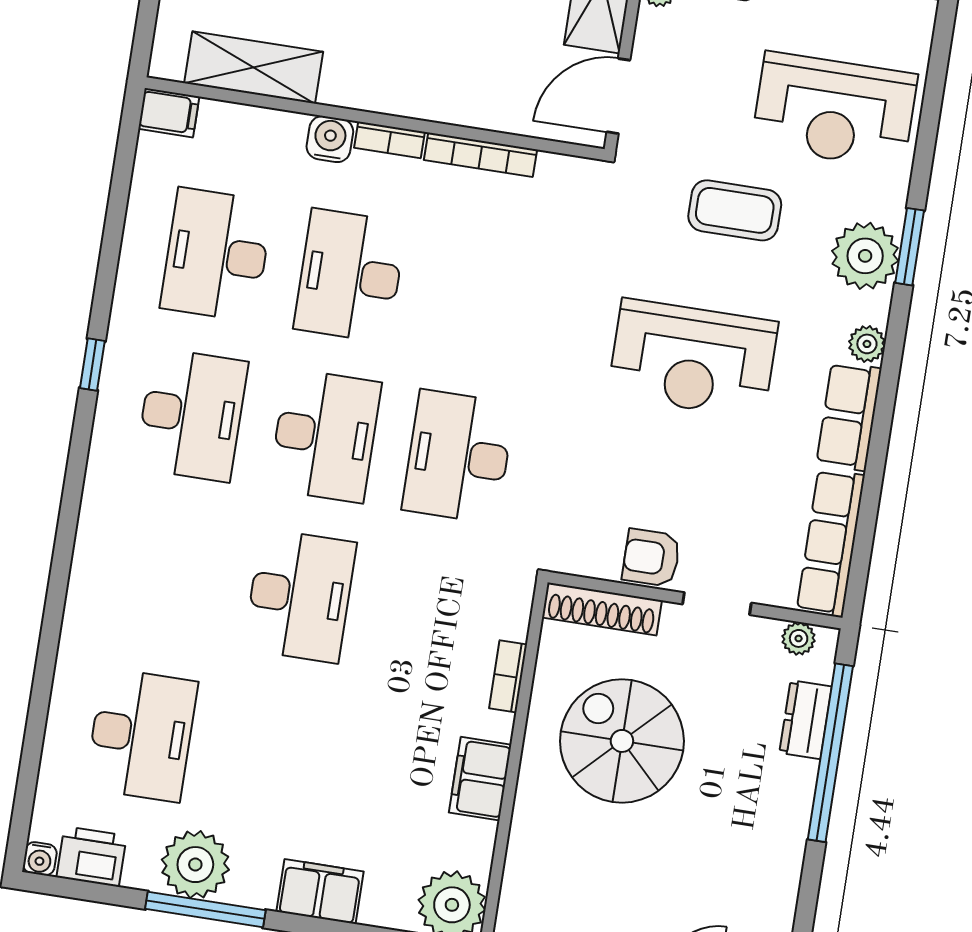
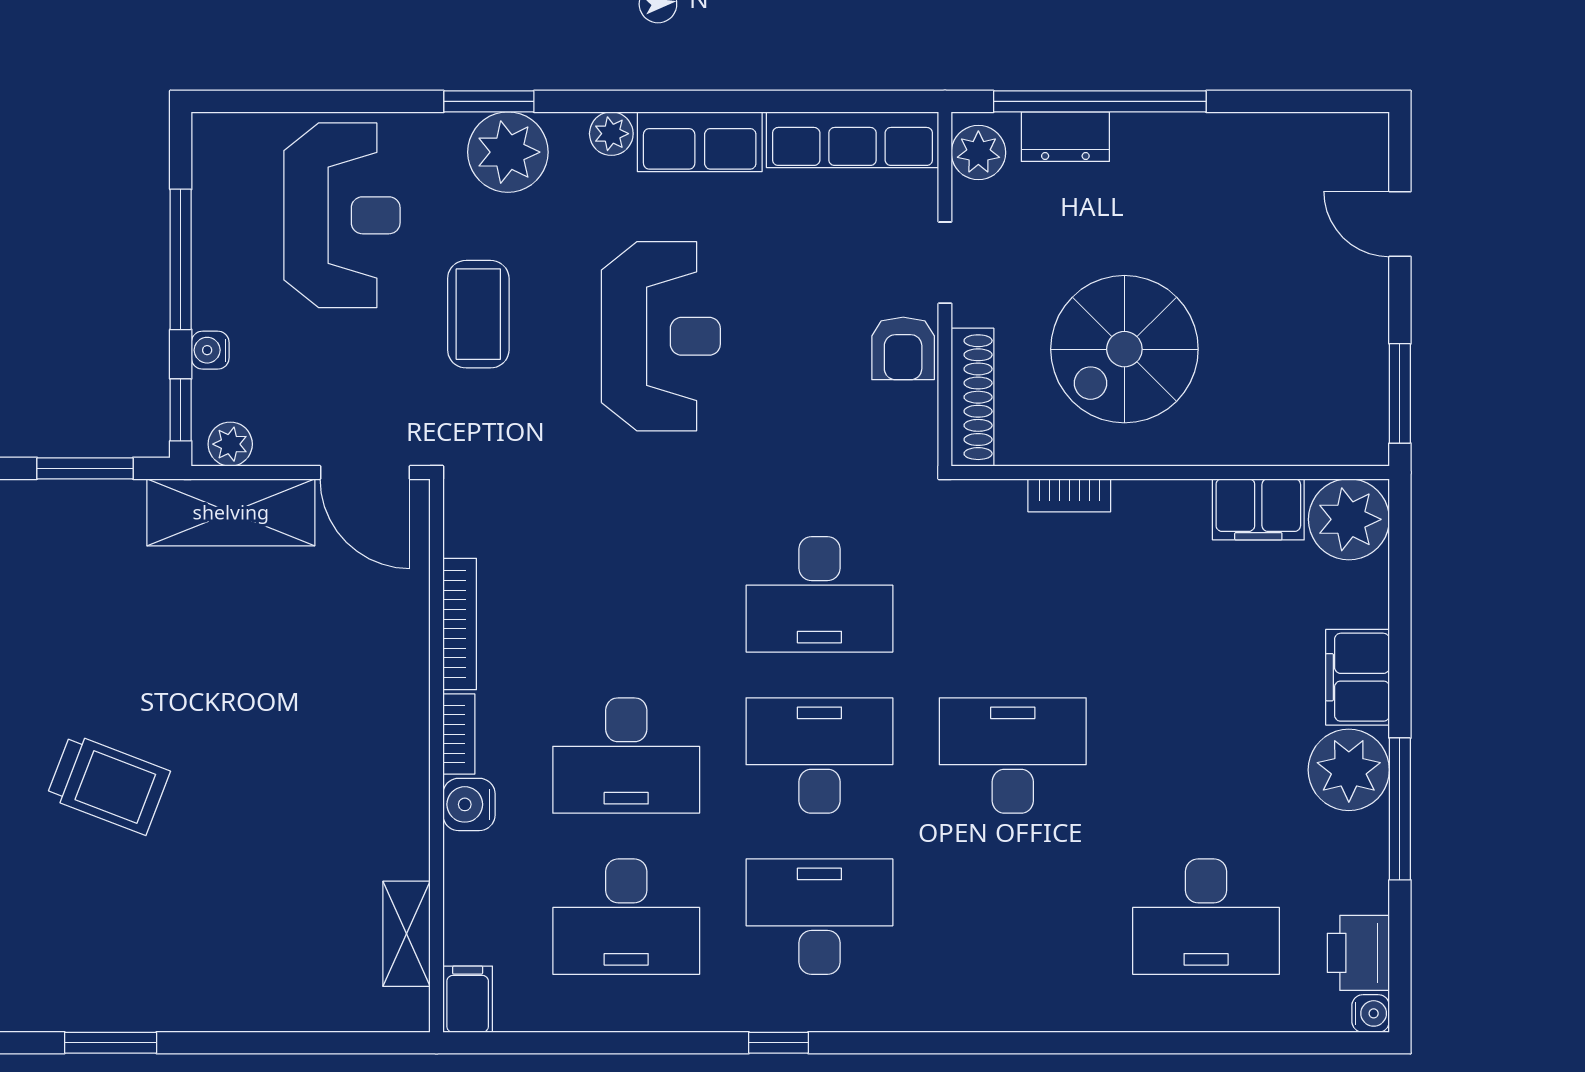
shelving: (254, 67) -> (407, 934), width x0.67, depth x0.75
plant: (799, 638) -> (978, 153), width x1.38, depth x1.38
desk: (141, 735) -> (1206, 917), turned 180
filing cabinet: (480, 779) -> (1258, 509), moved
plant: (195, 865) -> (1349, 770), moved

